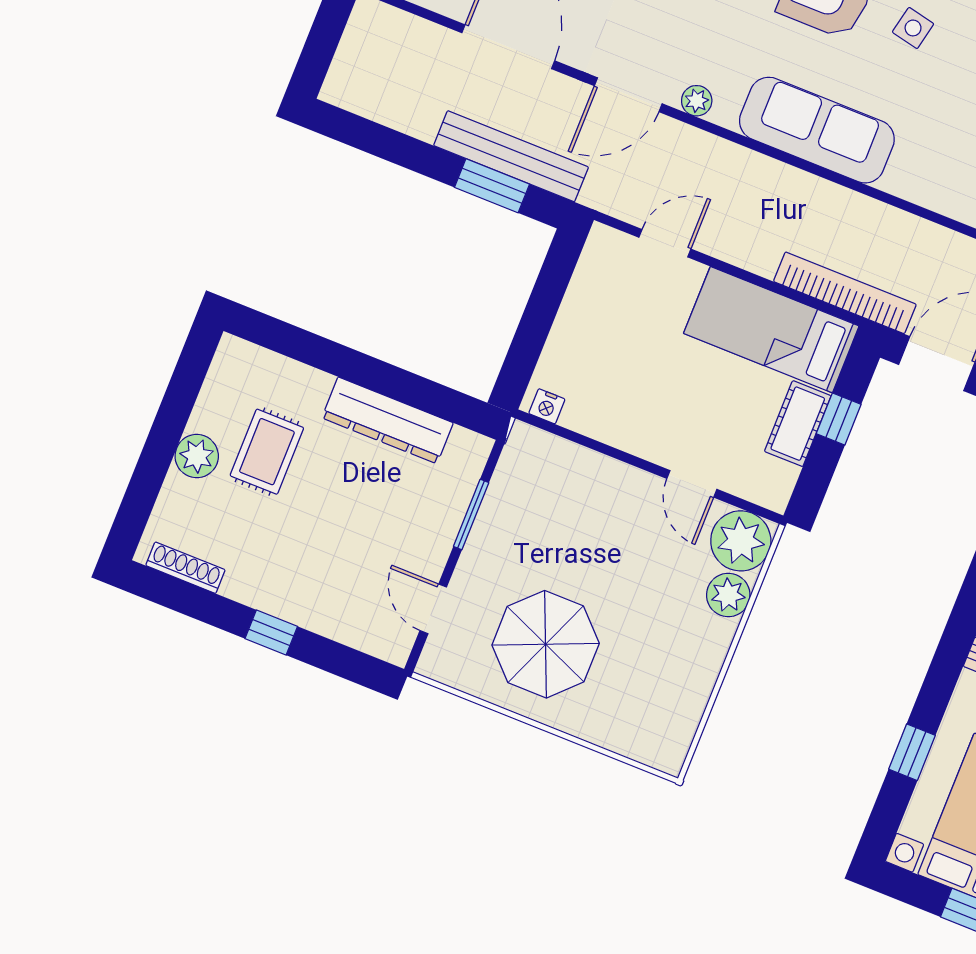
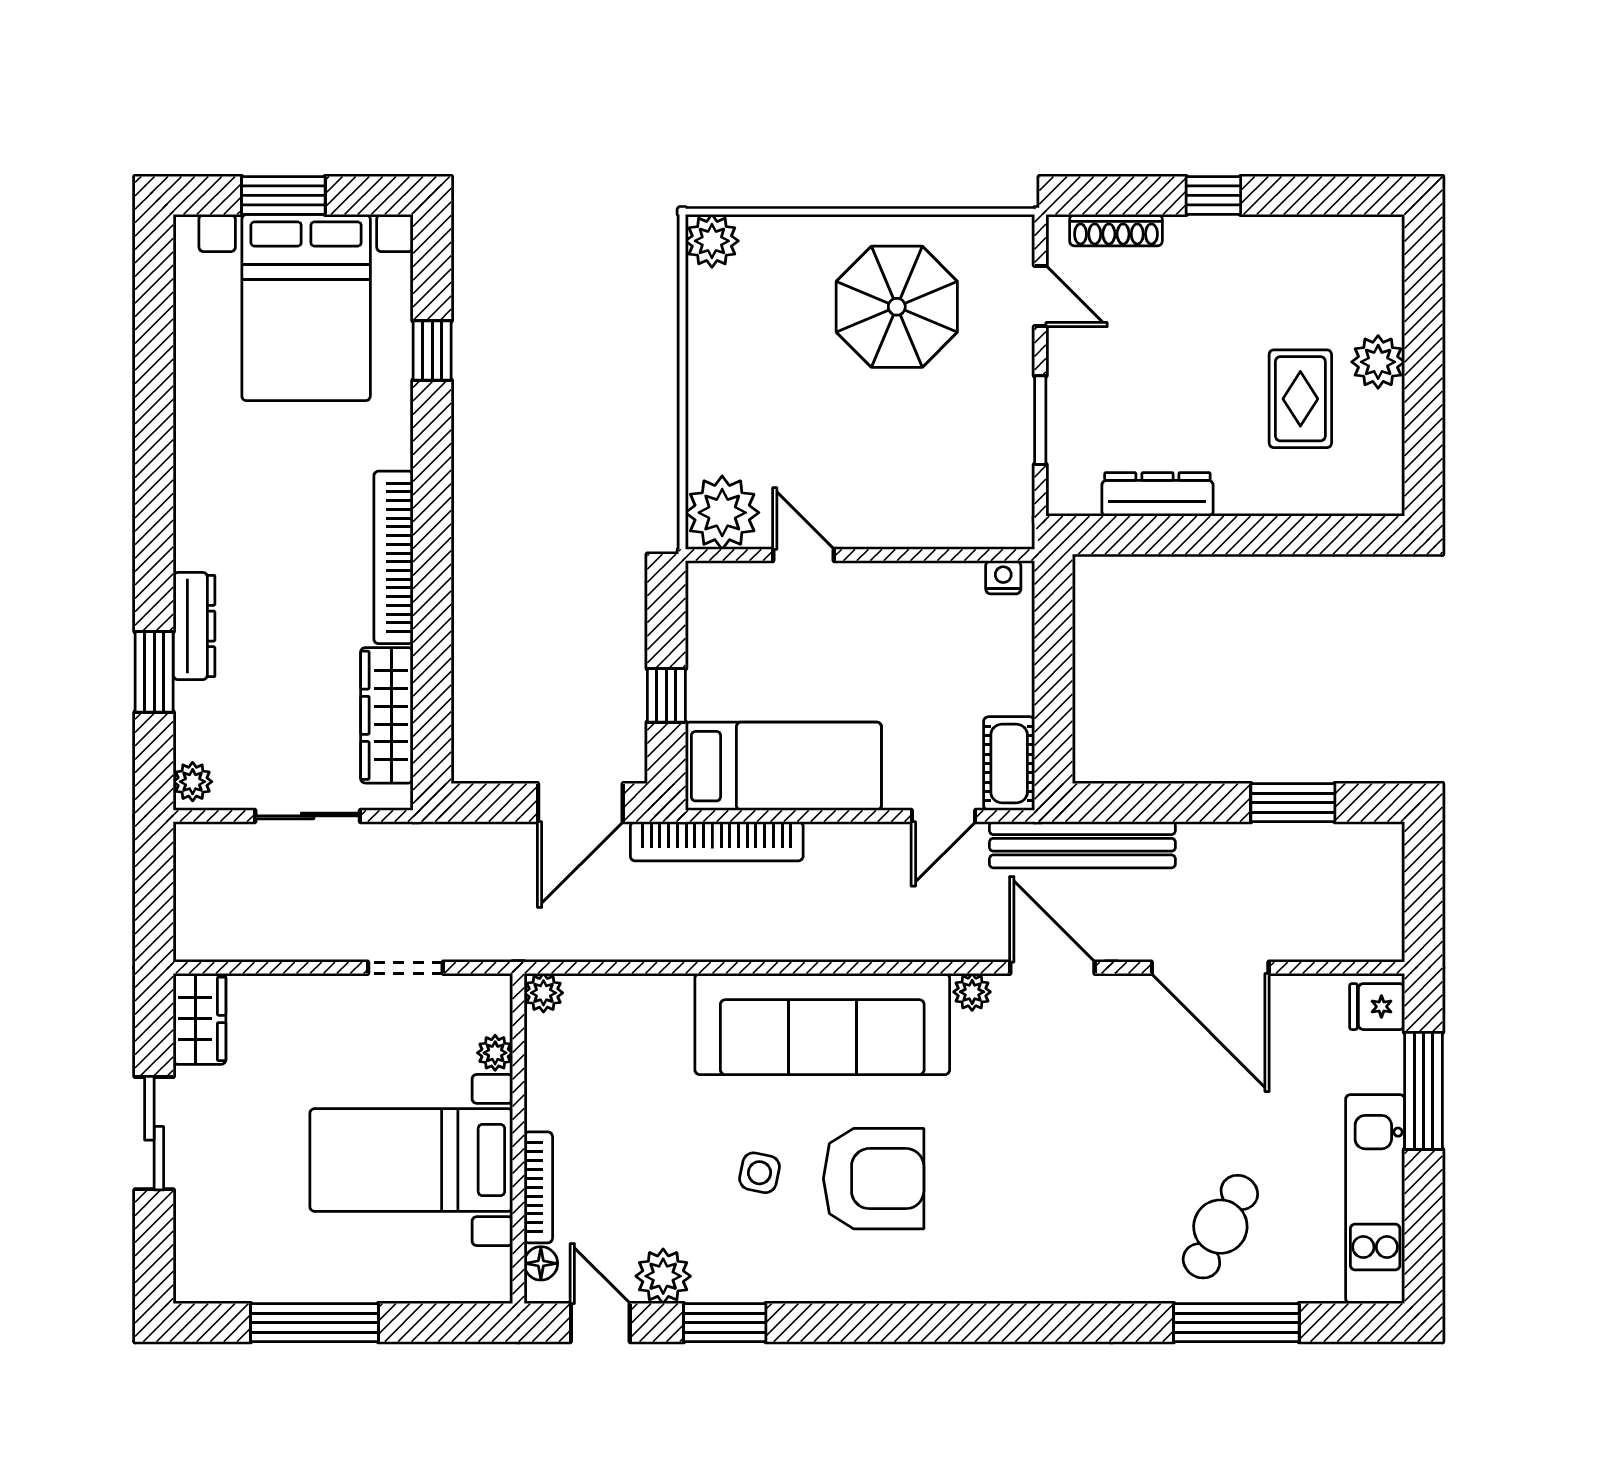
door: (628, 95) -> (1052, 968), hinge flipped
sofa: (817, 130) -> (822, 1024), width x1.36, depth x1.27
bench: (511, 156) -> (1082, 845), moved
window: (492, 186) -> (1293, 803), moved
dresser: (387, 420) -> (1157, 494), width x0.73, depth x0.80
cot: (798, 424) -> (1009, 763), moved
shoe rack: (185, 568) -> (1116, 230), moved
plant: (728, 595) -> (712, 241), moved

